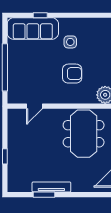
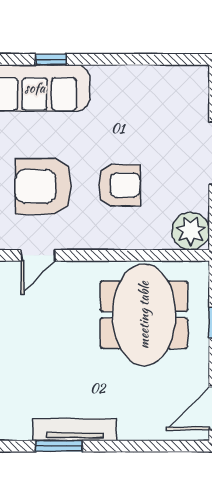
side table: (70, 42) -> (115, 117), removed
armchair: (37, 74) -> (43, 186), added

